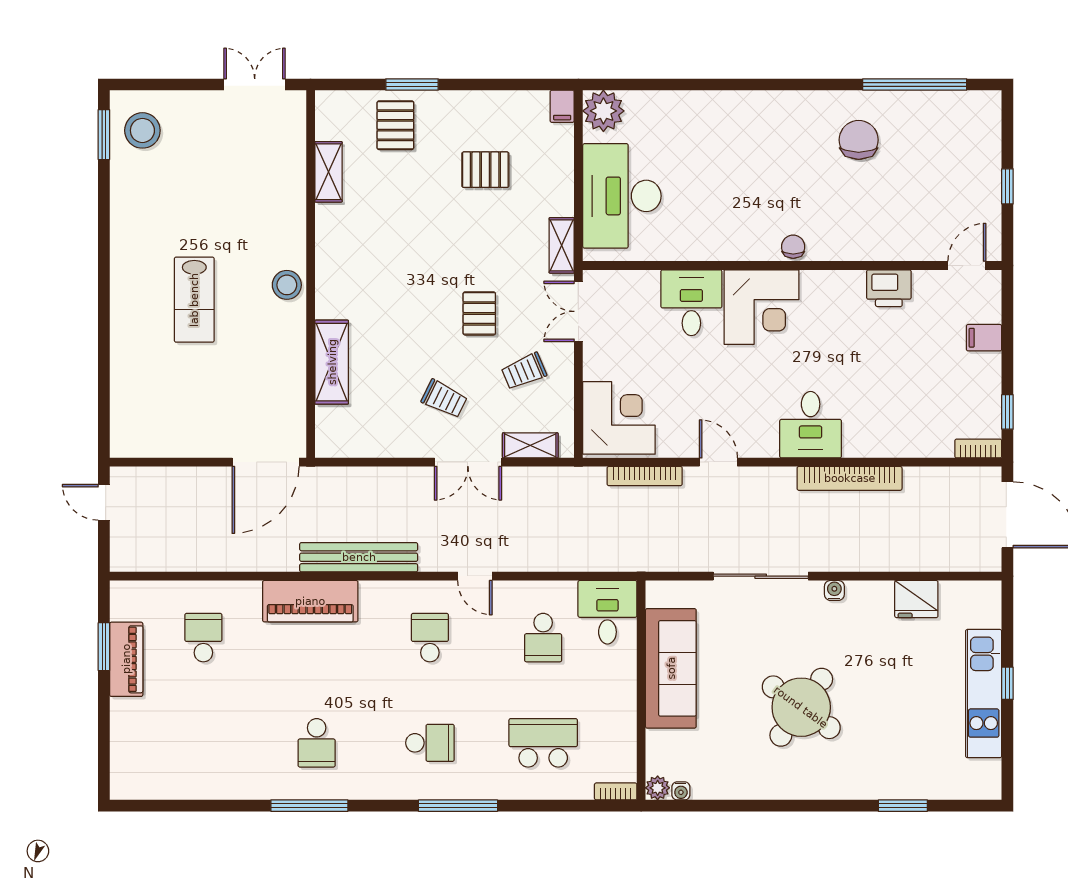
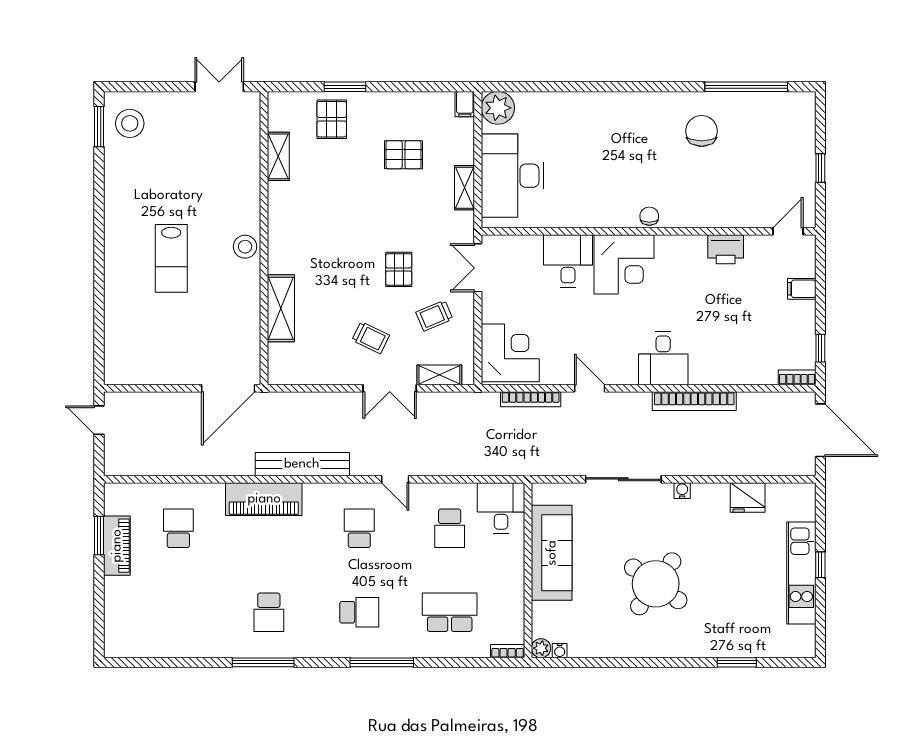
shelving: (562, 245) -> (464, 188), moved

